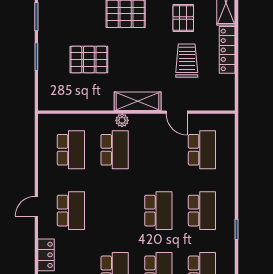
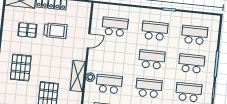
trolley: (187, 61) -> (55, 31), turned 180
shelving: (138, 101) -> (78, 76), moved
school desk: (115, 211) -> (149, 88), added

